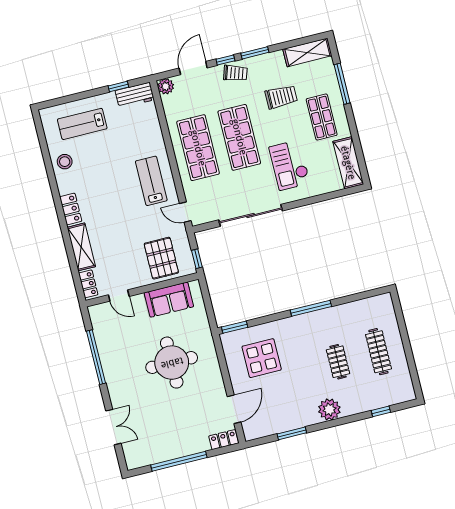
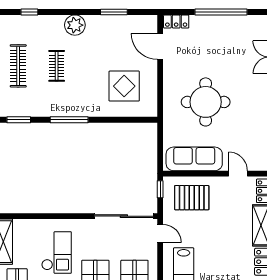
sliding door: (251, 215) -> (124, 216), moved
pallet: (161, 258) -> (192, 198), turned 90
sofa: (169, 300) -> (194, 159), width x1.36
window: (235, 327) -> (19, 120), moved
door: (234, 409) -> (160, 46), hinge flipped

